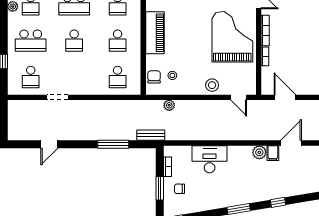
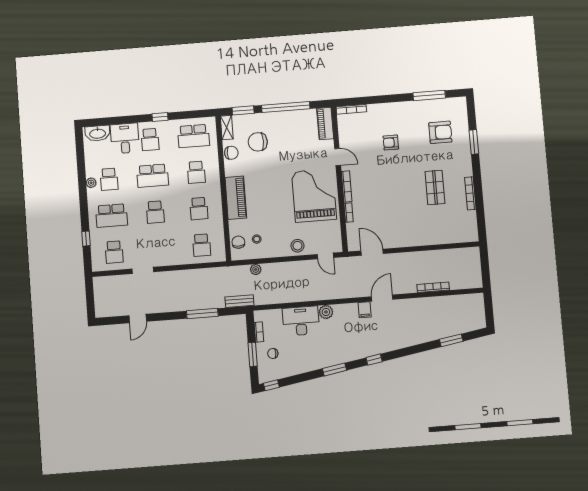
plant: (259, 152) -> (326, 312), moved

